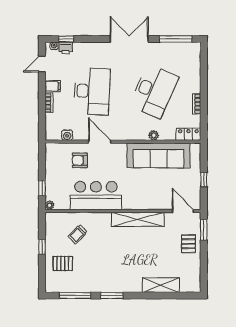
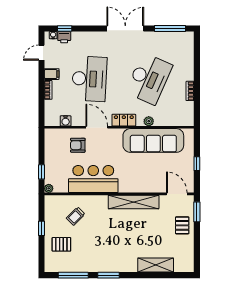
locker: (188, 134) -> (124, 120), moved

